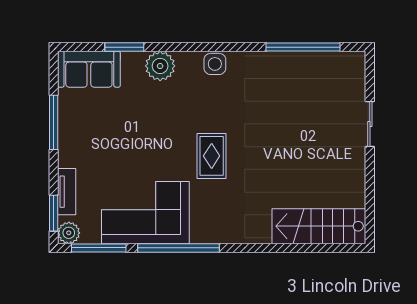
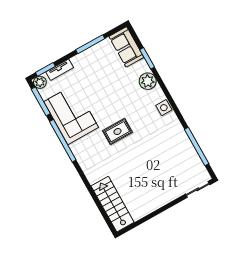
sliding door: (370, 124) -> (198, 189), moved

